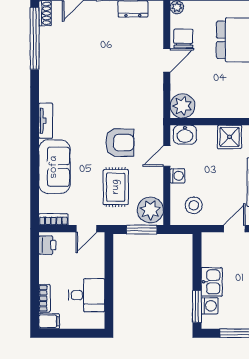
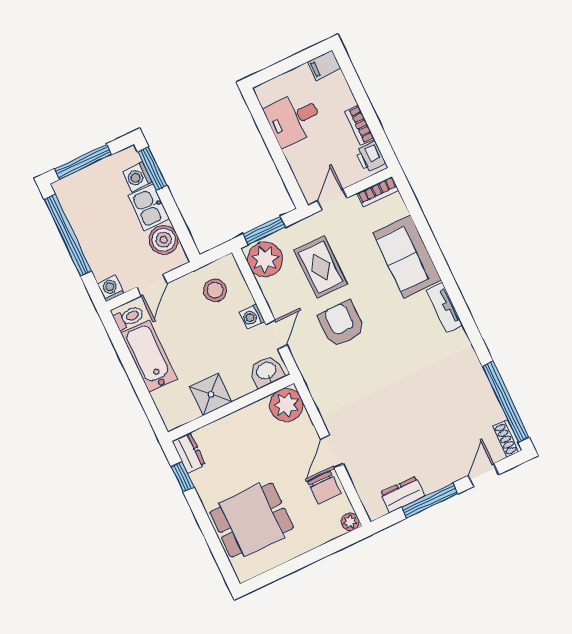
armchair: (120, 143) -> (341, 324), turned 90
boiler: (212, 255) -> (164, 240), added
bookcase: (44, 298) -> (360, 125), moved

